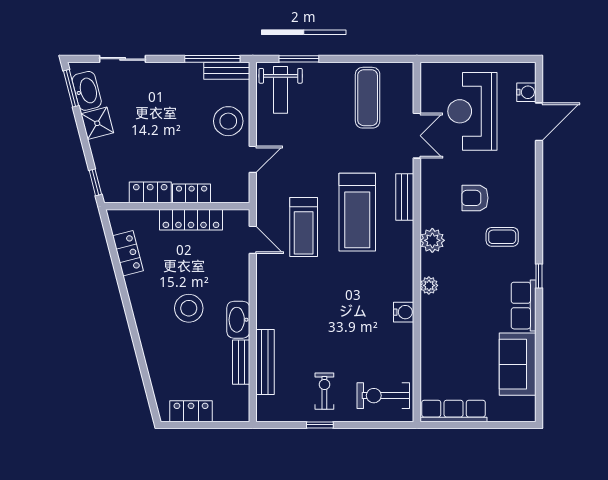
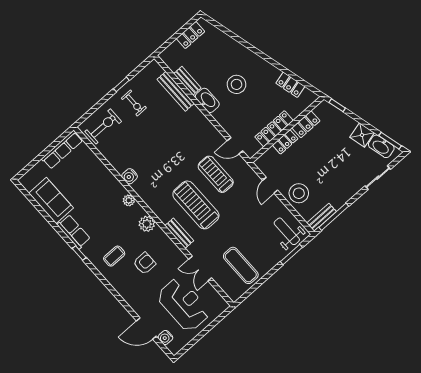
door: (539, 122) -> (146, 328), hinge flipped

